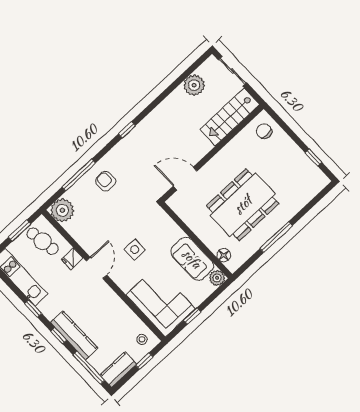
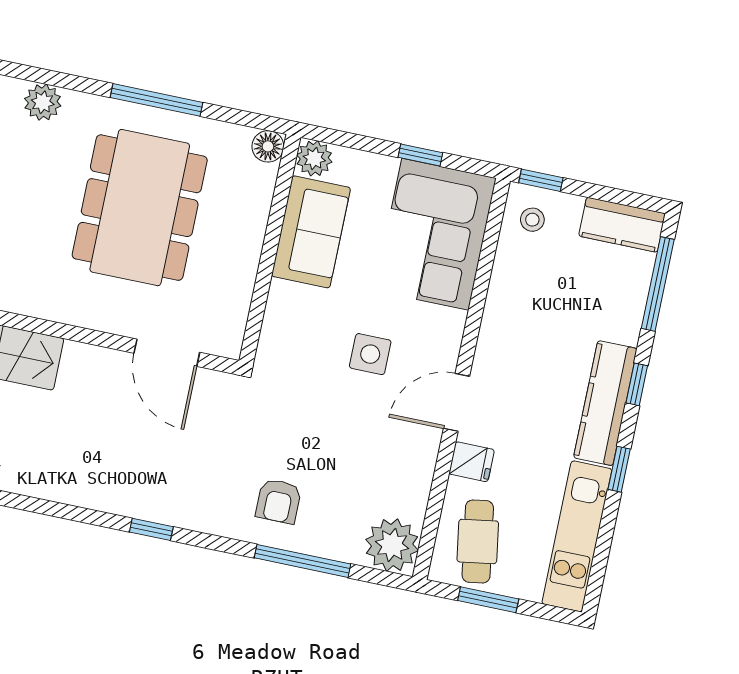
plant: (303, 197) -> (43, 102), added
dining table: (243, 205) -> (140, 208), turned 90
floor lamp: (224, 255) -> (268, 146), moved
kitchen counter: (74, 335) -> (605, 403), moved
window: (144, 361) -> (541, 180), moved

